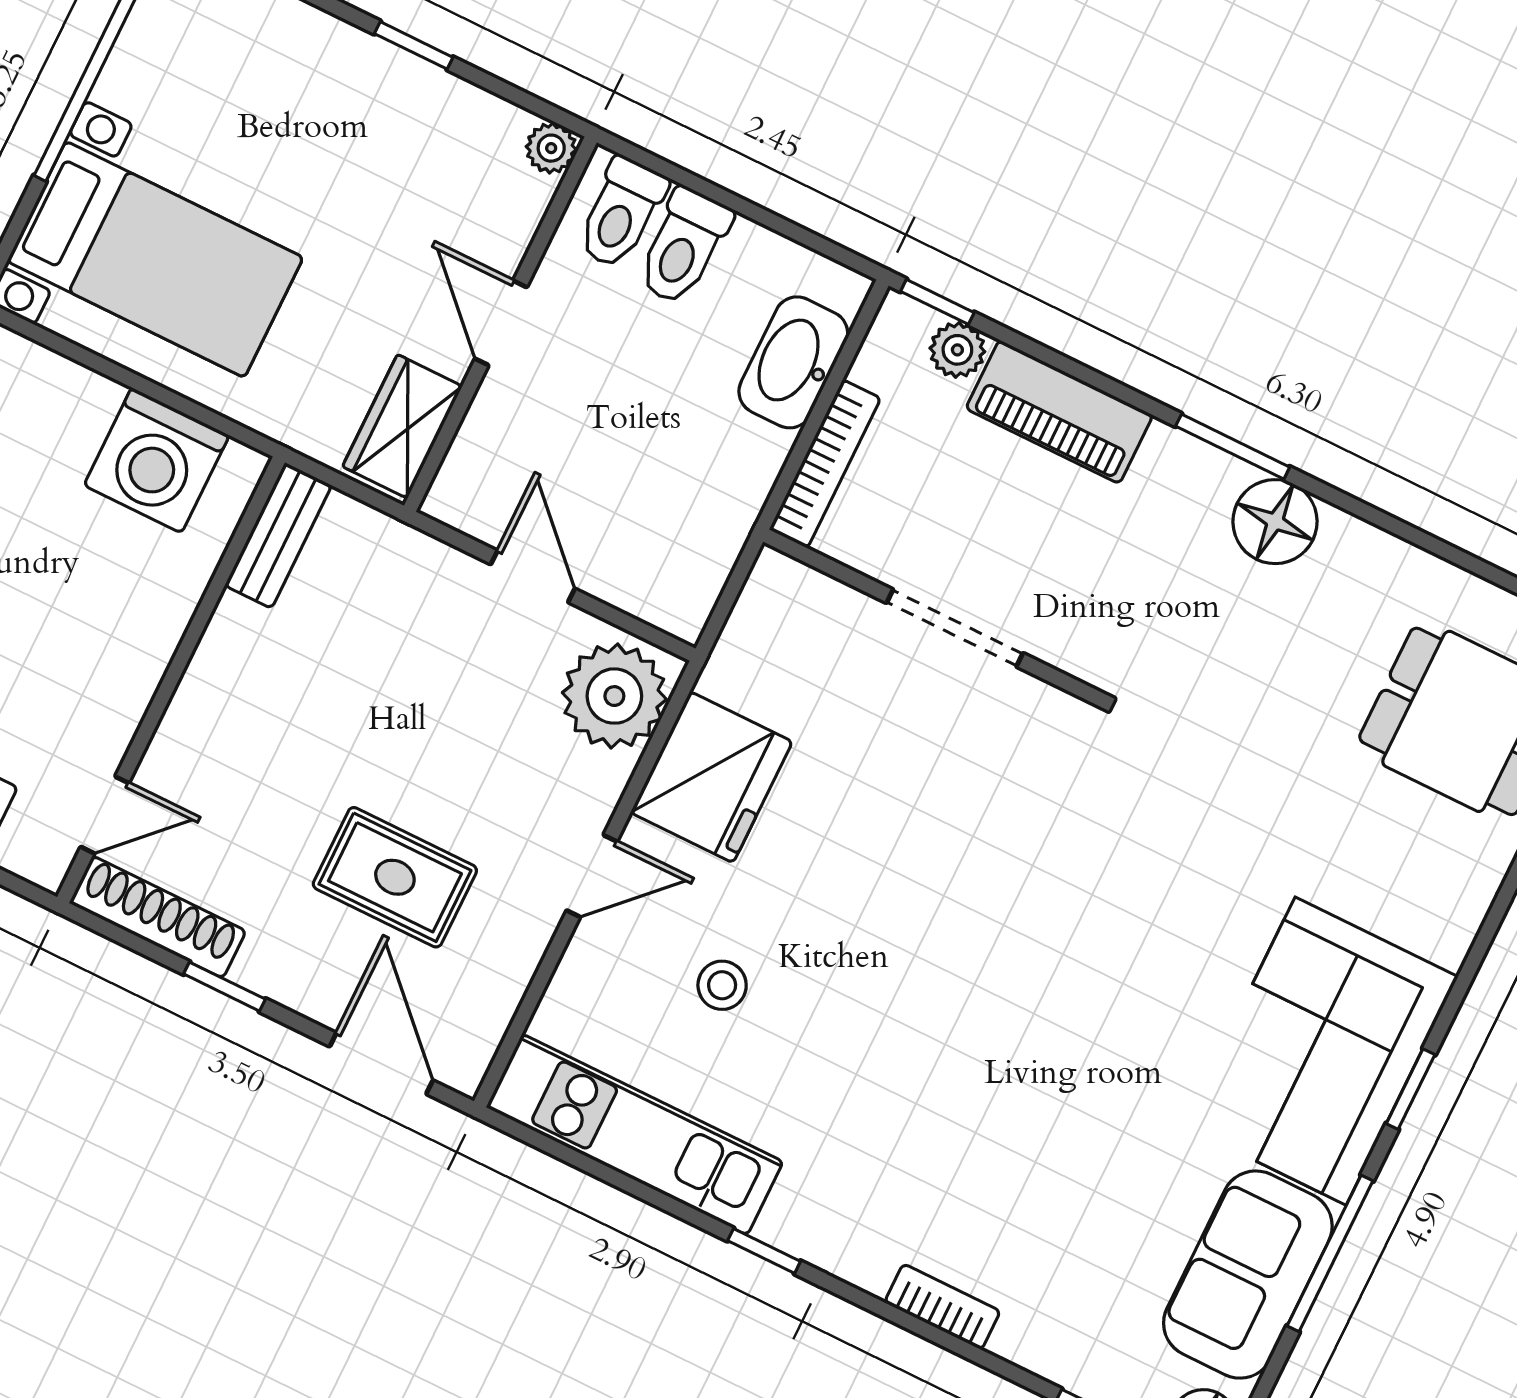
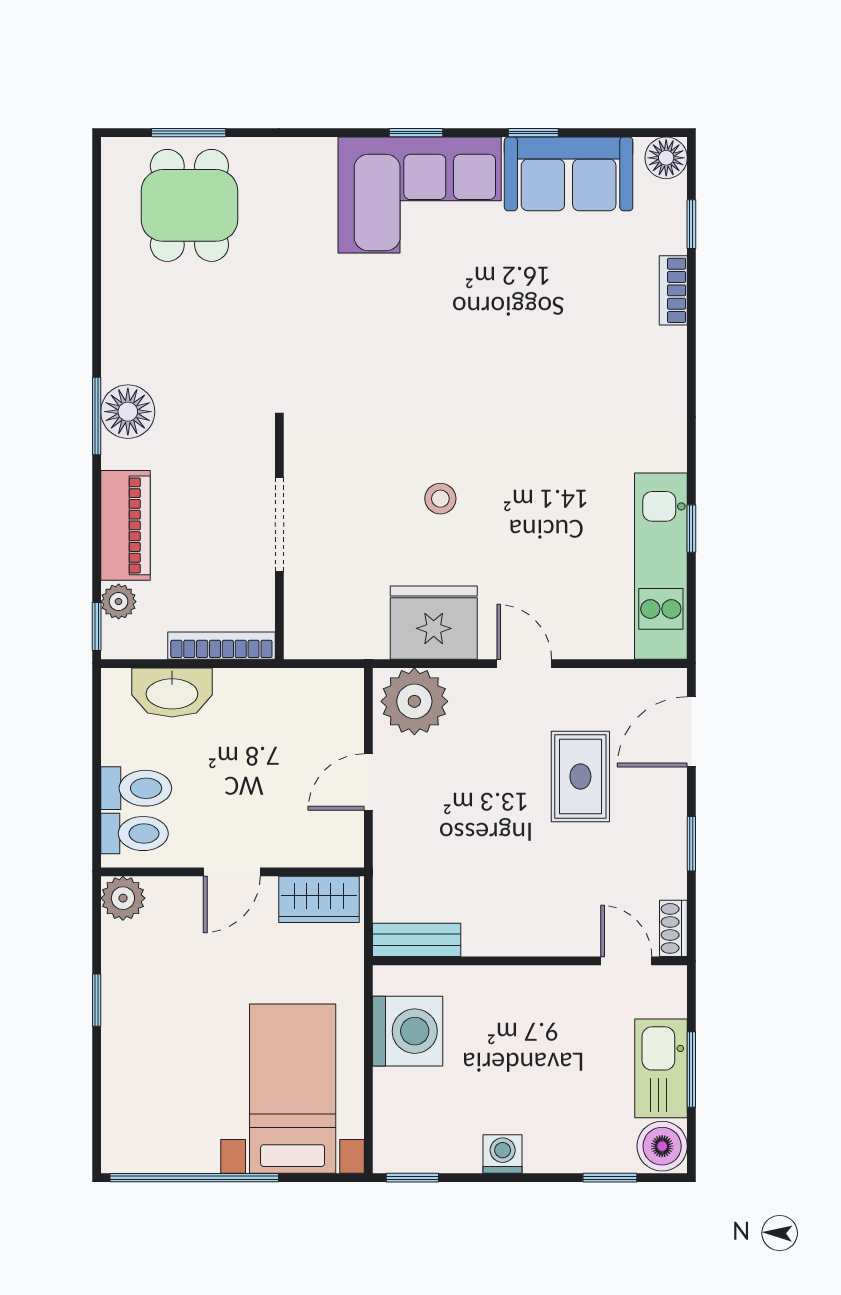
plant: (551, 148) -> (123, 898), width x1.38, depth x1.38
floor lamp: (1275, 522) -> (128, 412), moved
shoe rack: (158, 917) -> (673, 928), width x0.51, depth x0.81
stool: (722, 985) -> (440, 499), moved
window: (764, 1251) -> (691, 529), moved
window: (1330, 1253) -> (533, 133), width x0.46
bookcase: (942, 1307) -> (673, 290), moved

